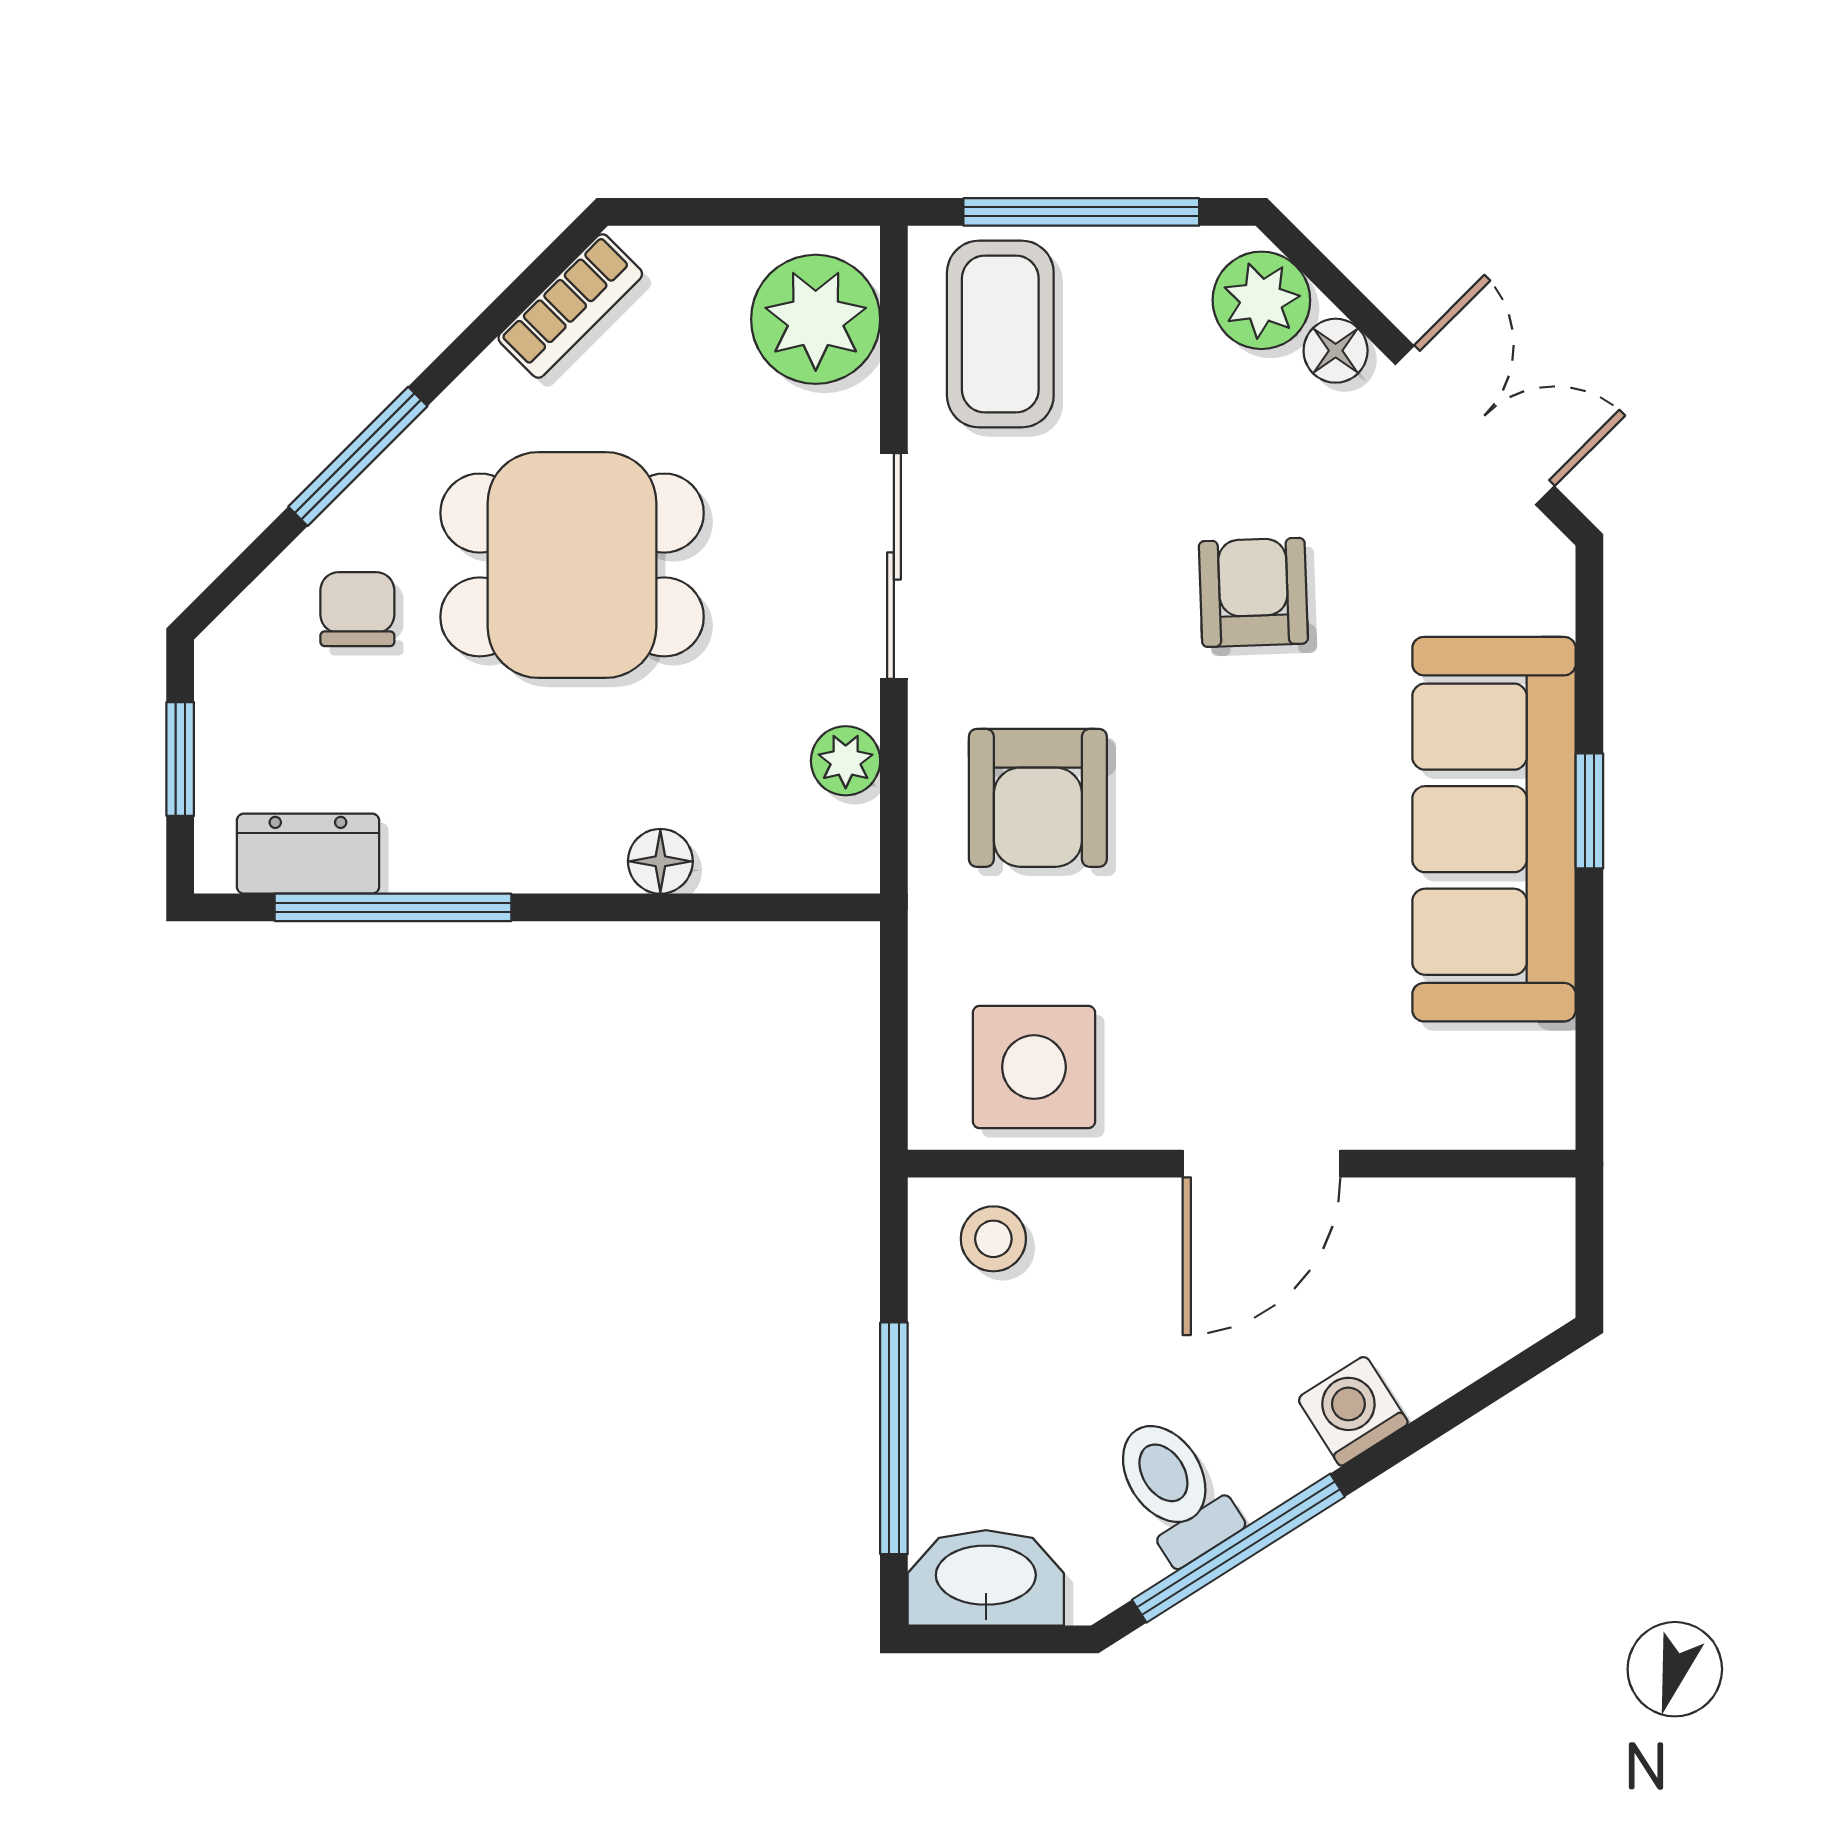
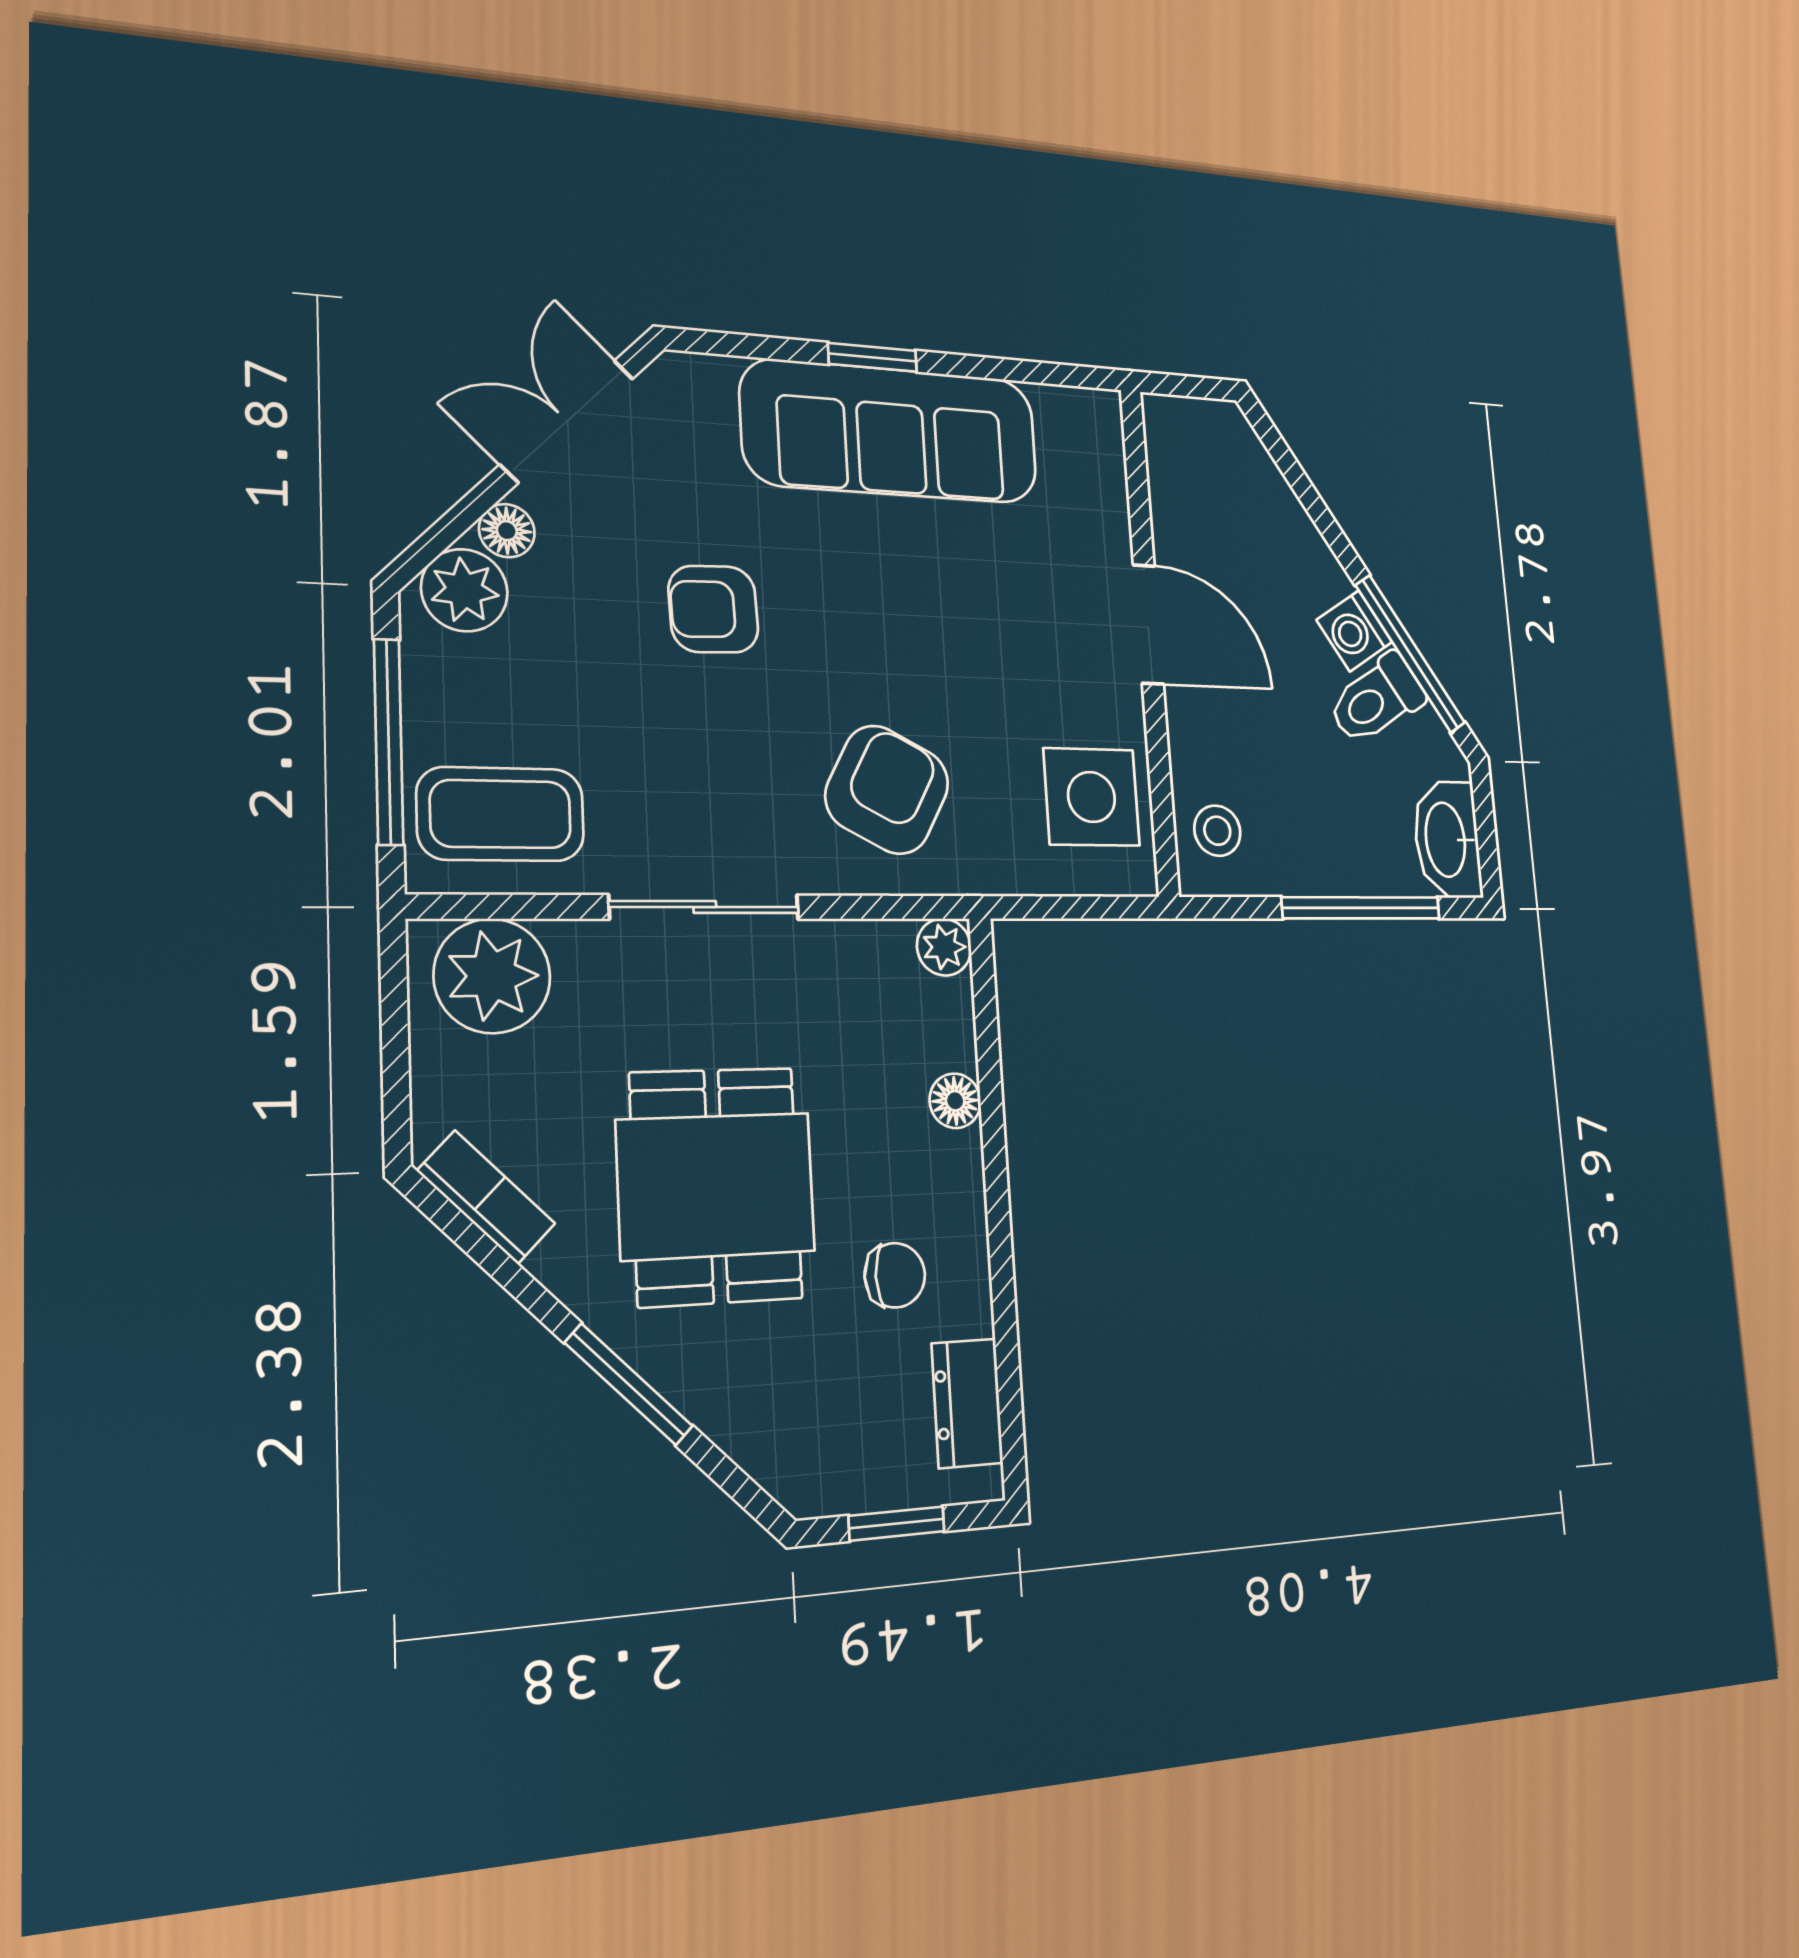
chair: (357, 609) -> (895, 1275), moved, turned 180
plant: (846, 761) -> (944, 947), moved
armchair: (1038, 798) -> (887, 790), turned -62
window: (393, 907) -> (1005, 1326), removed
washing machine: (1353, 1411) -> (1354, 631), moved

